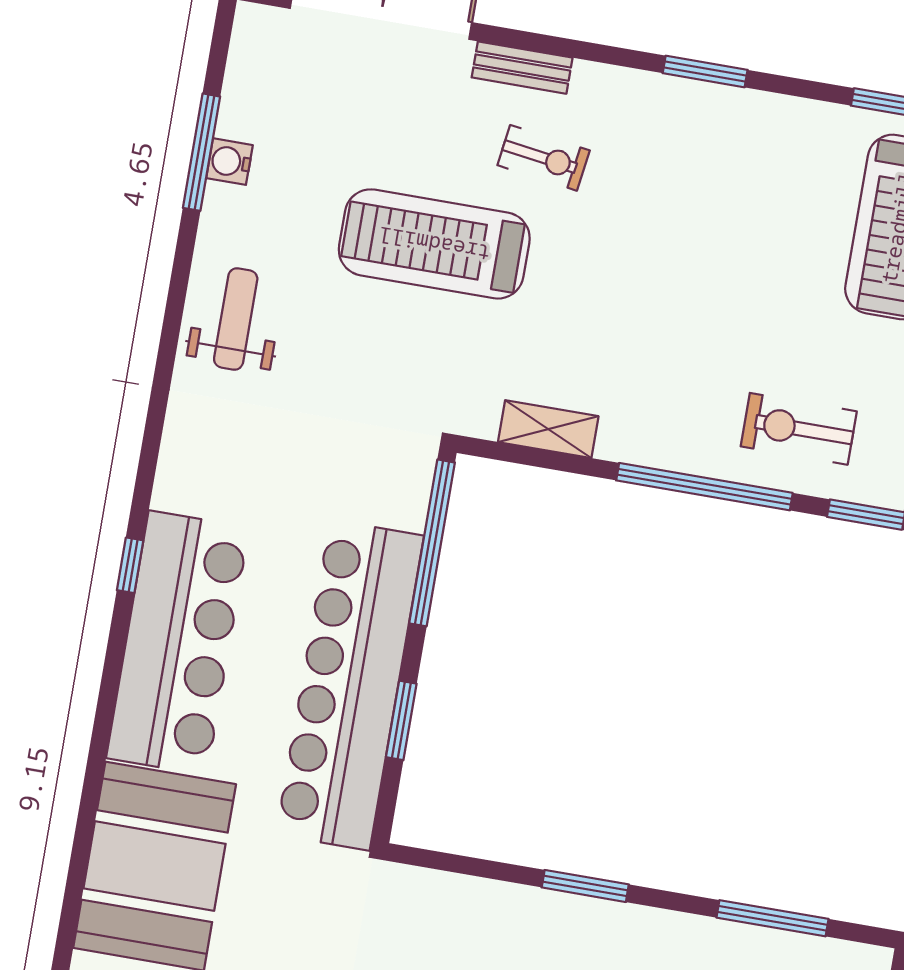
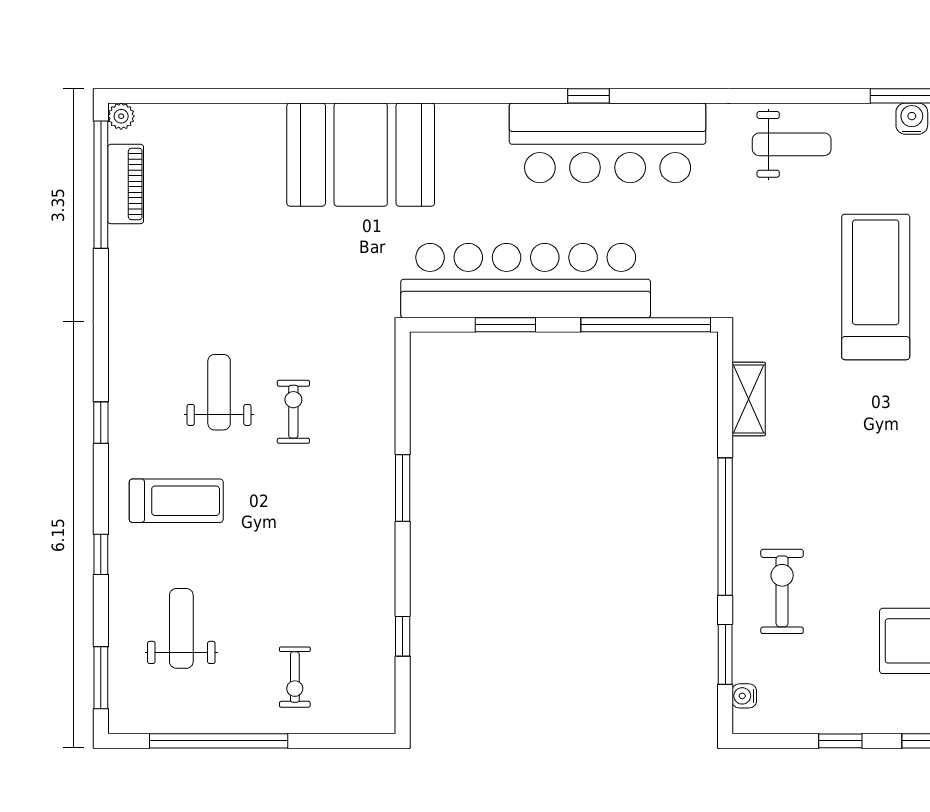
bar counter: (178, 643) -> (608, 143), moved
window: (773, 918) -> (403, 636), width x0.46

